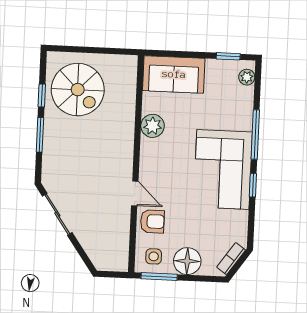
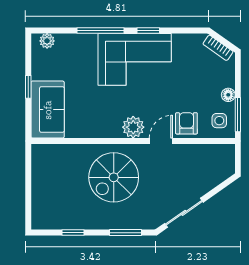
window: (228, 56) -> (28, 87), moved
spiral stairs: (78, 90) -> (114, 177), moved, turned 180
plant: (153, 126) -> (133, 127), moved
window: (40, 135) -> (125, 233), moved
floor lamp: (187, 261) -> (228, 95), width x0.53, depth x0.53

